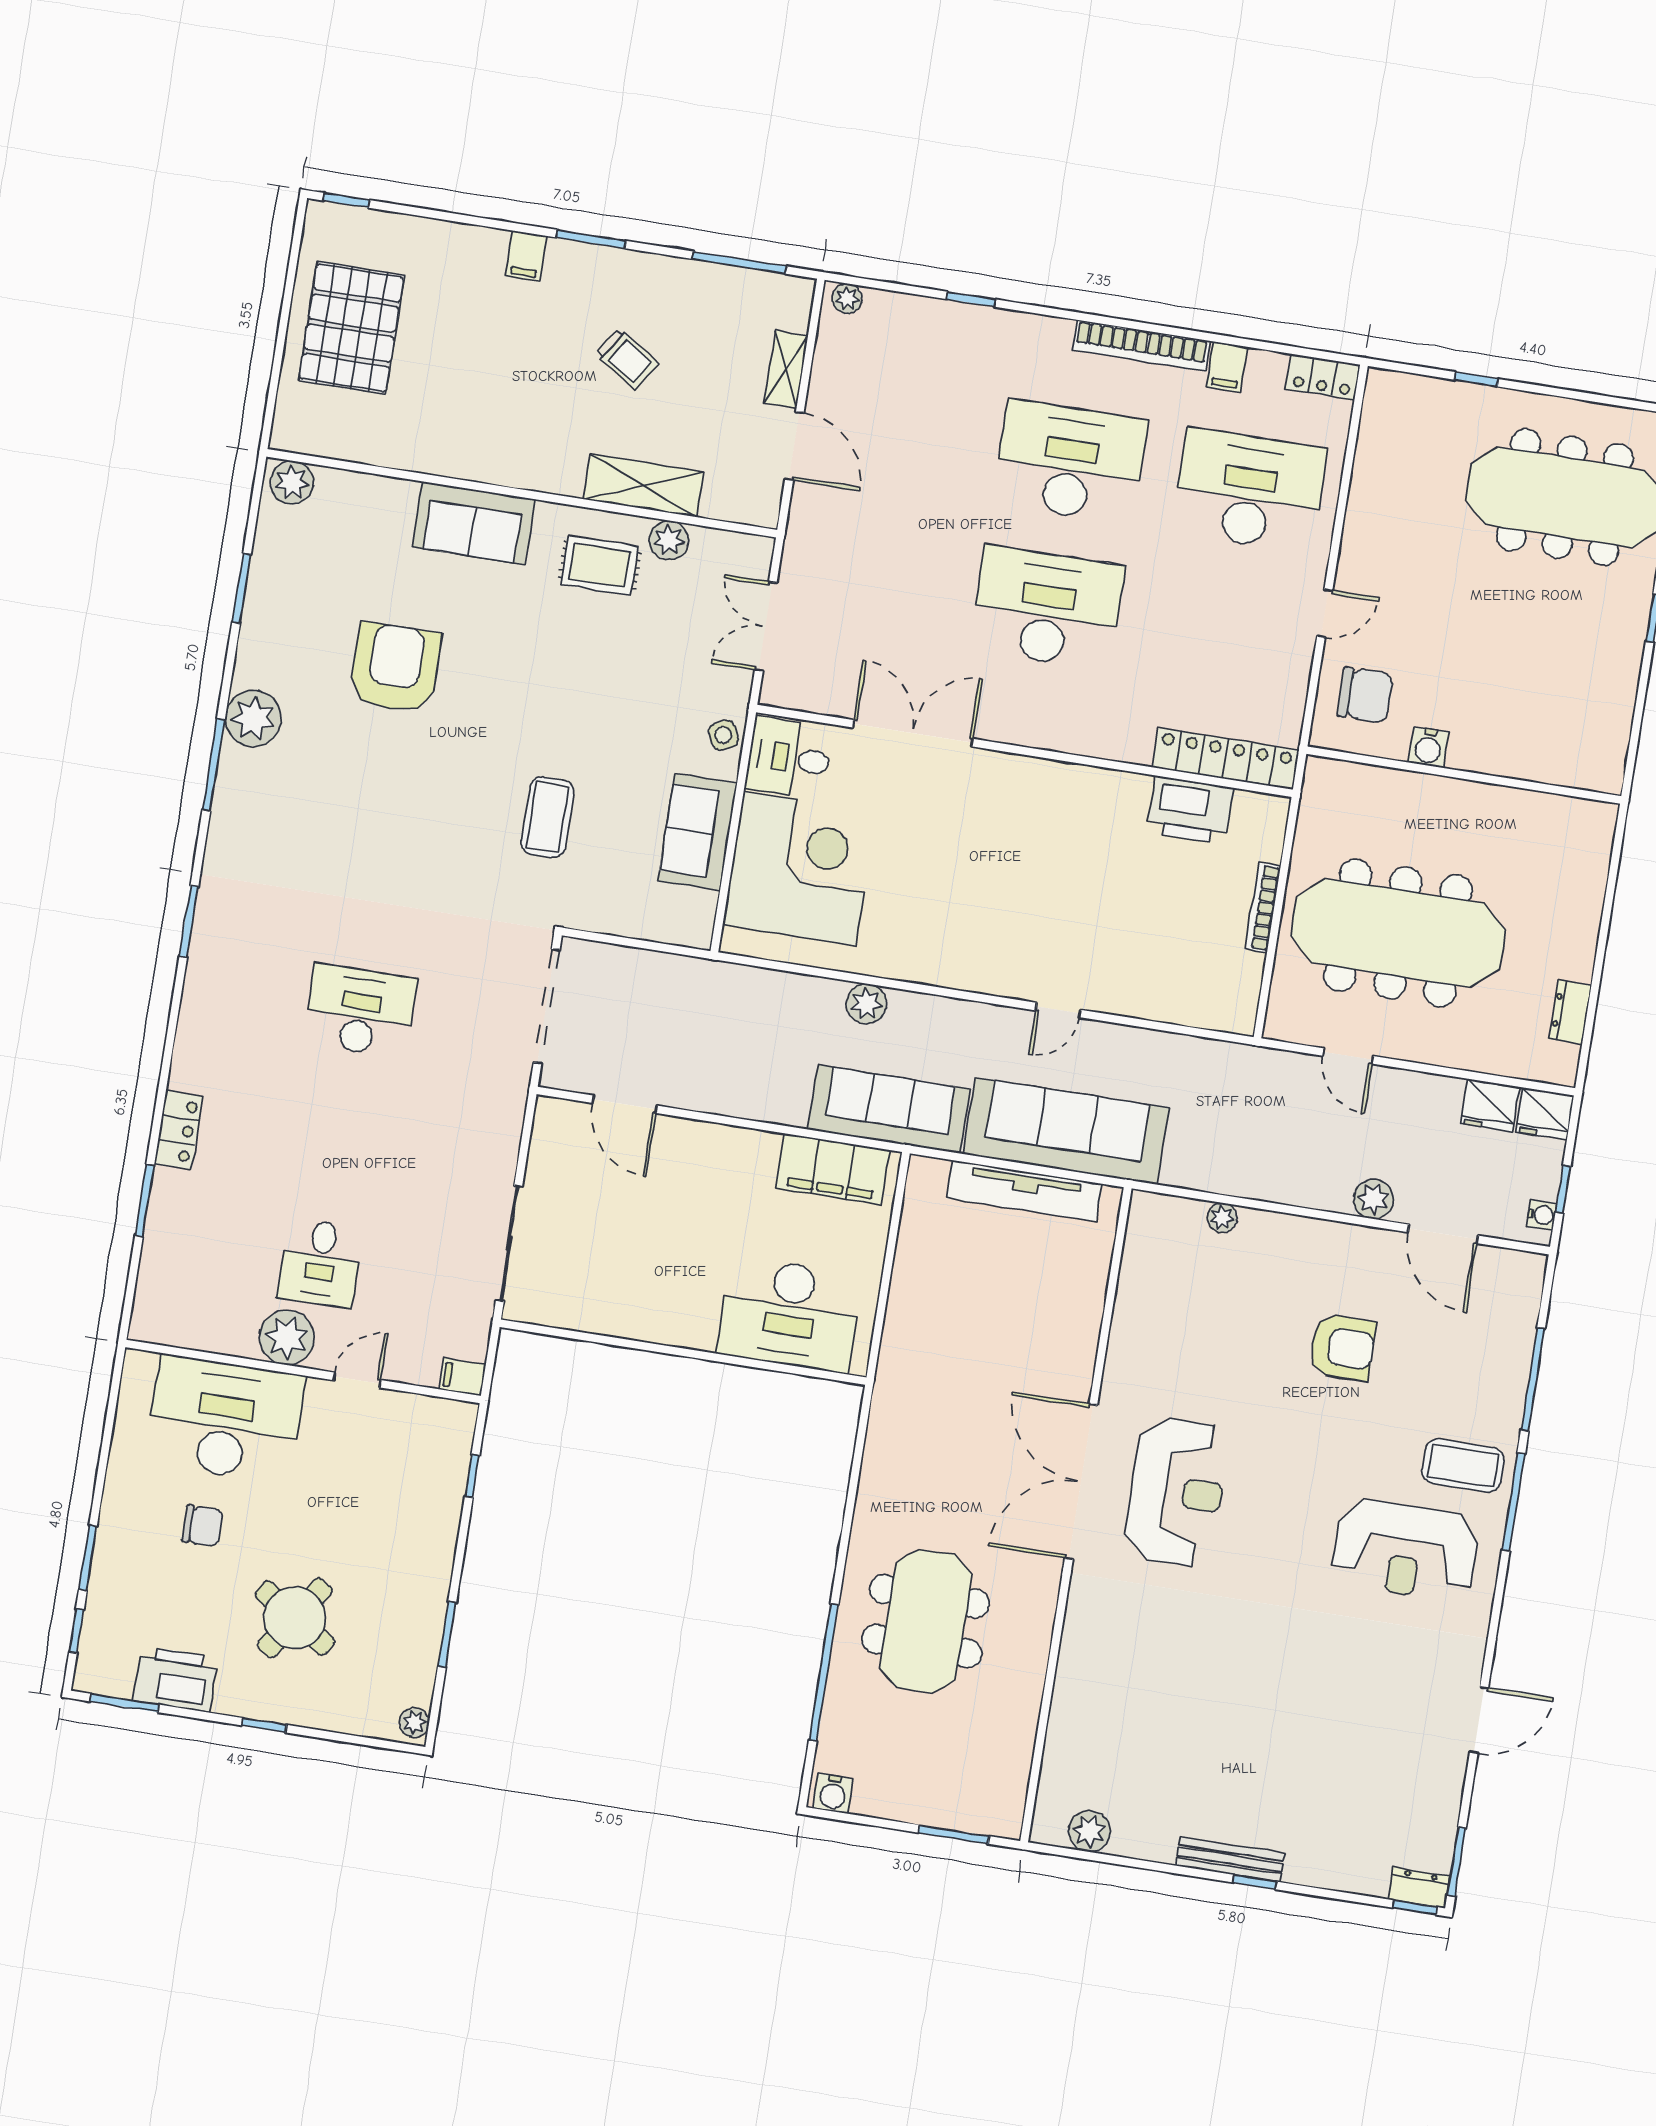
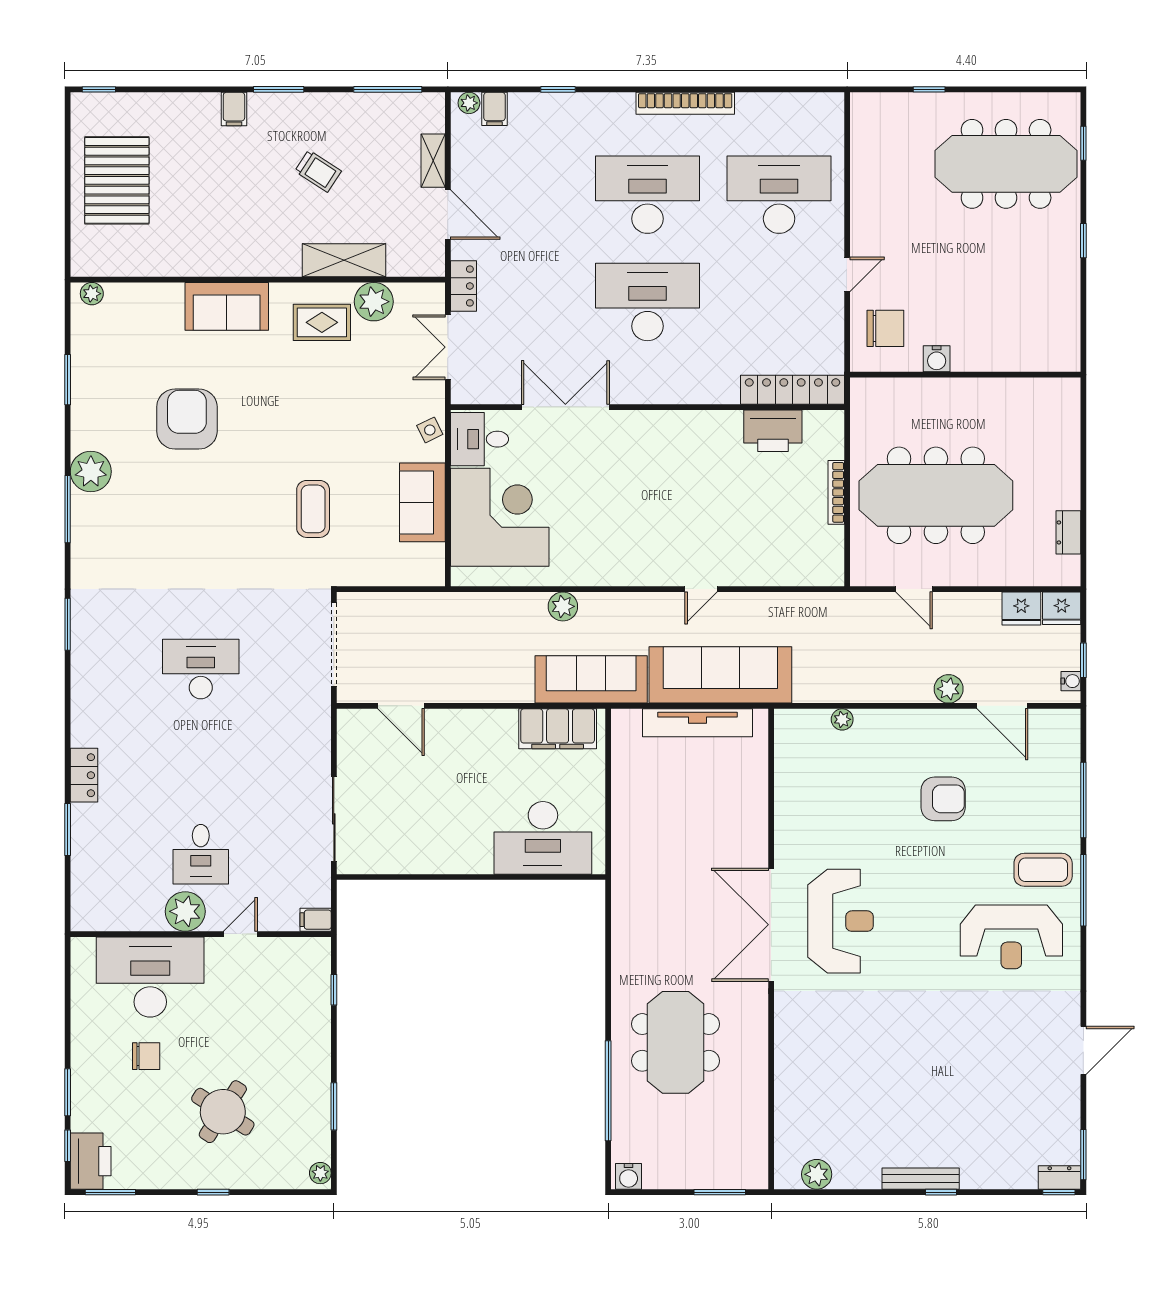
filing cabinet: (1227, 367) -> (494, 109), moved
locker: (1323, 377) -> (463, 286), moved, turned -90
plant: (292, 482) -> (92, 294), width x0.73, depth x0.73
plant: (669, 540) -> (374, 302), width x1.36, depth x1.36
printer: (176, 1679) -> (91, 1161), moved, turned 90

